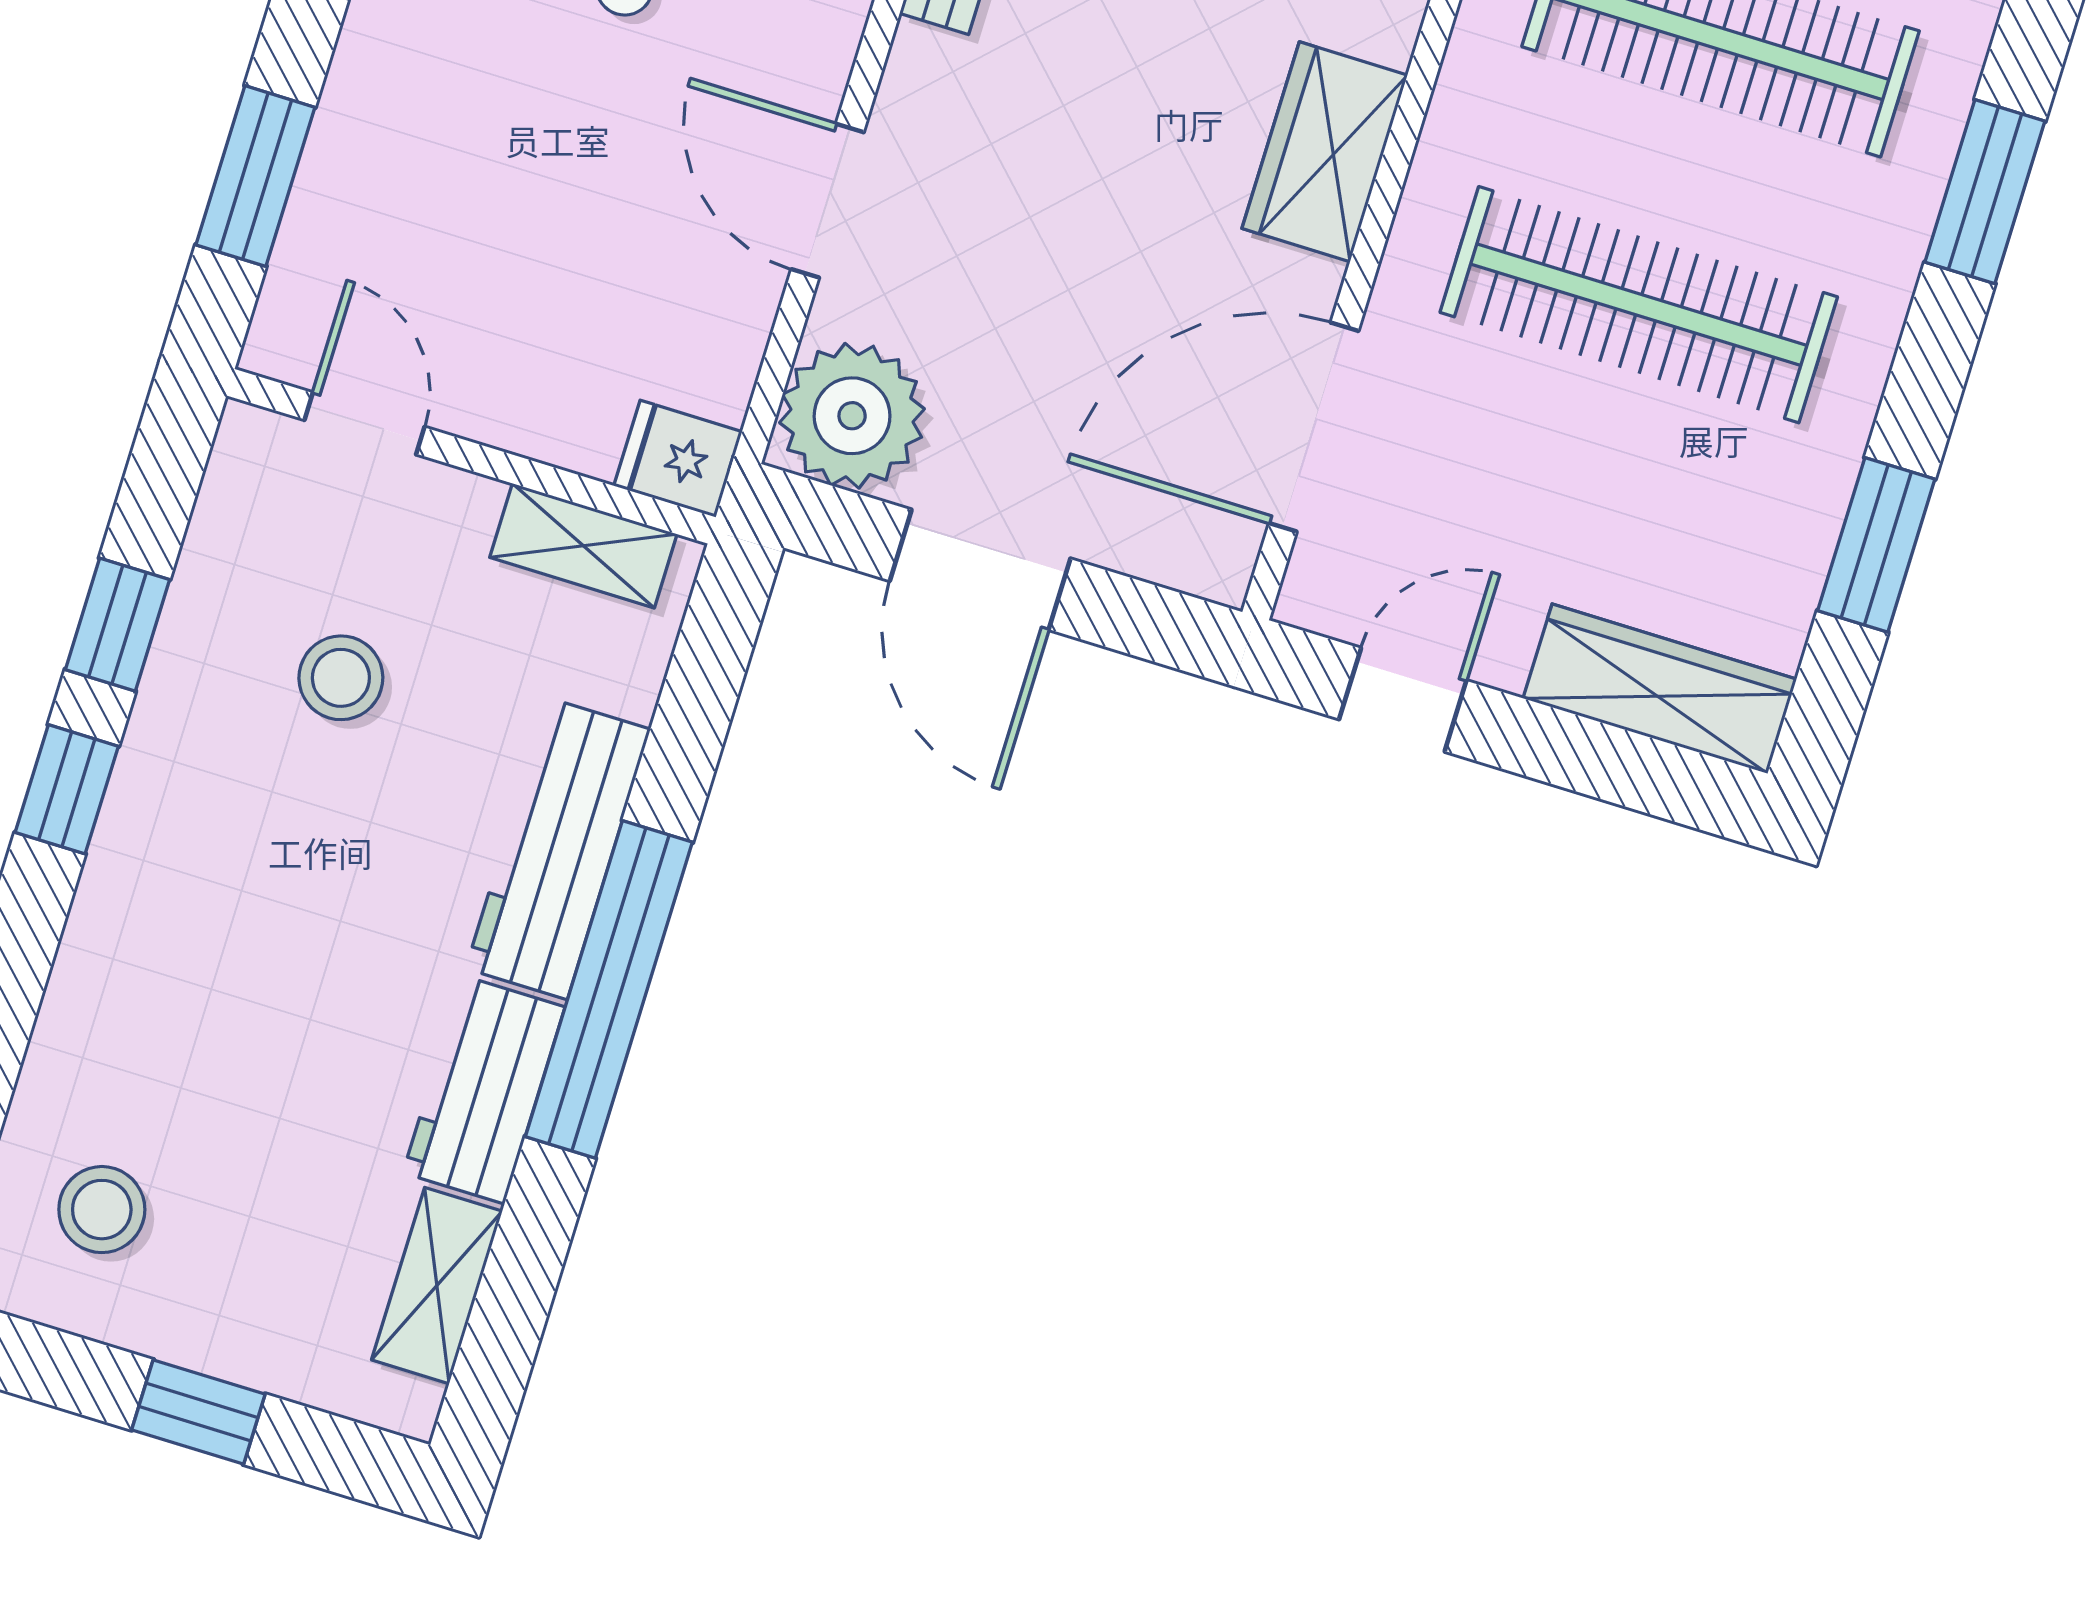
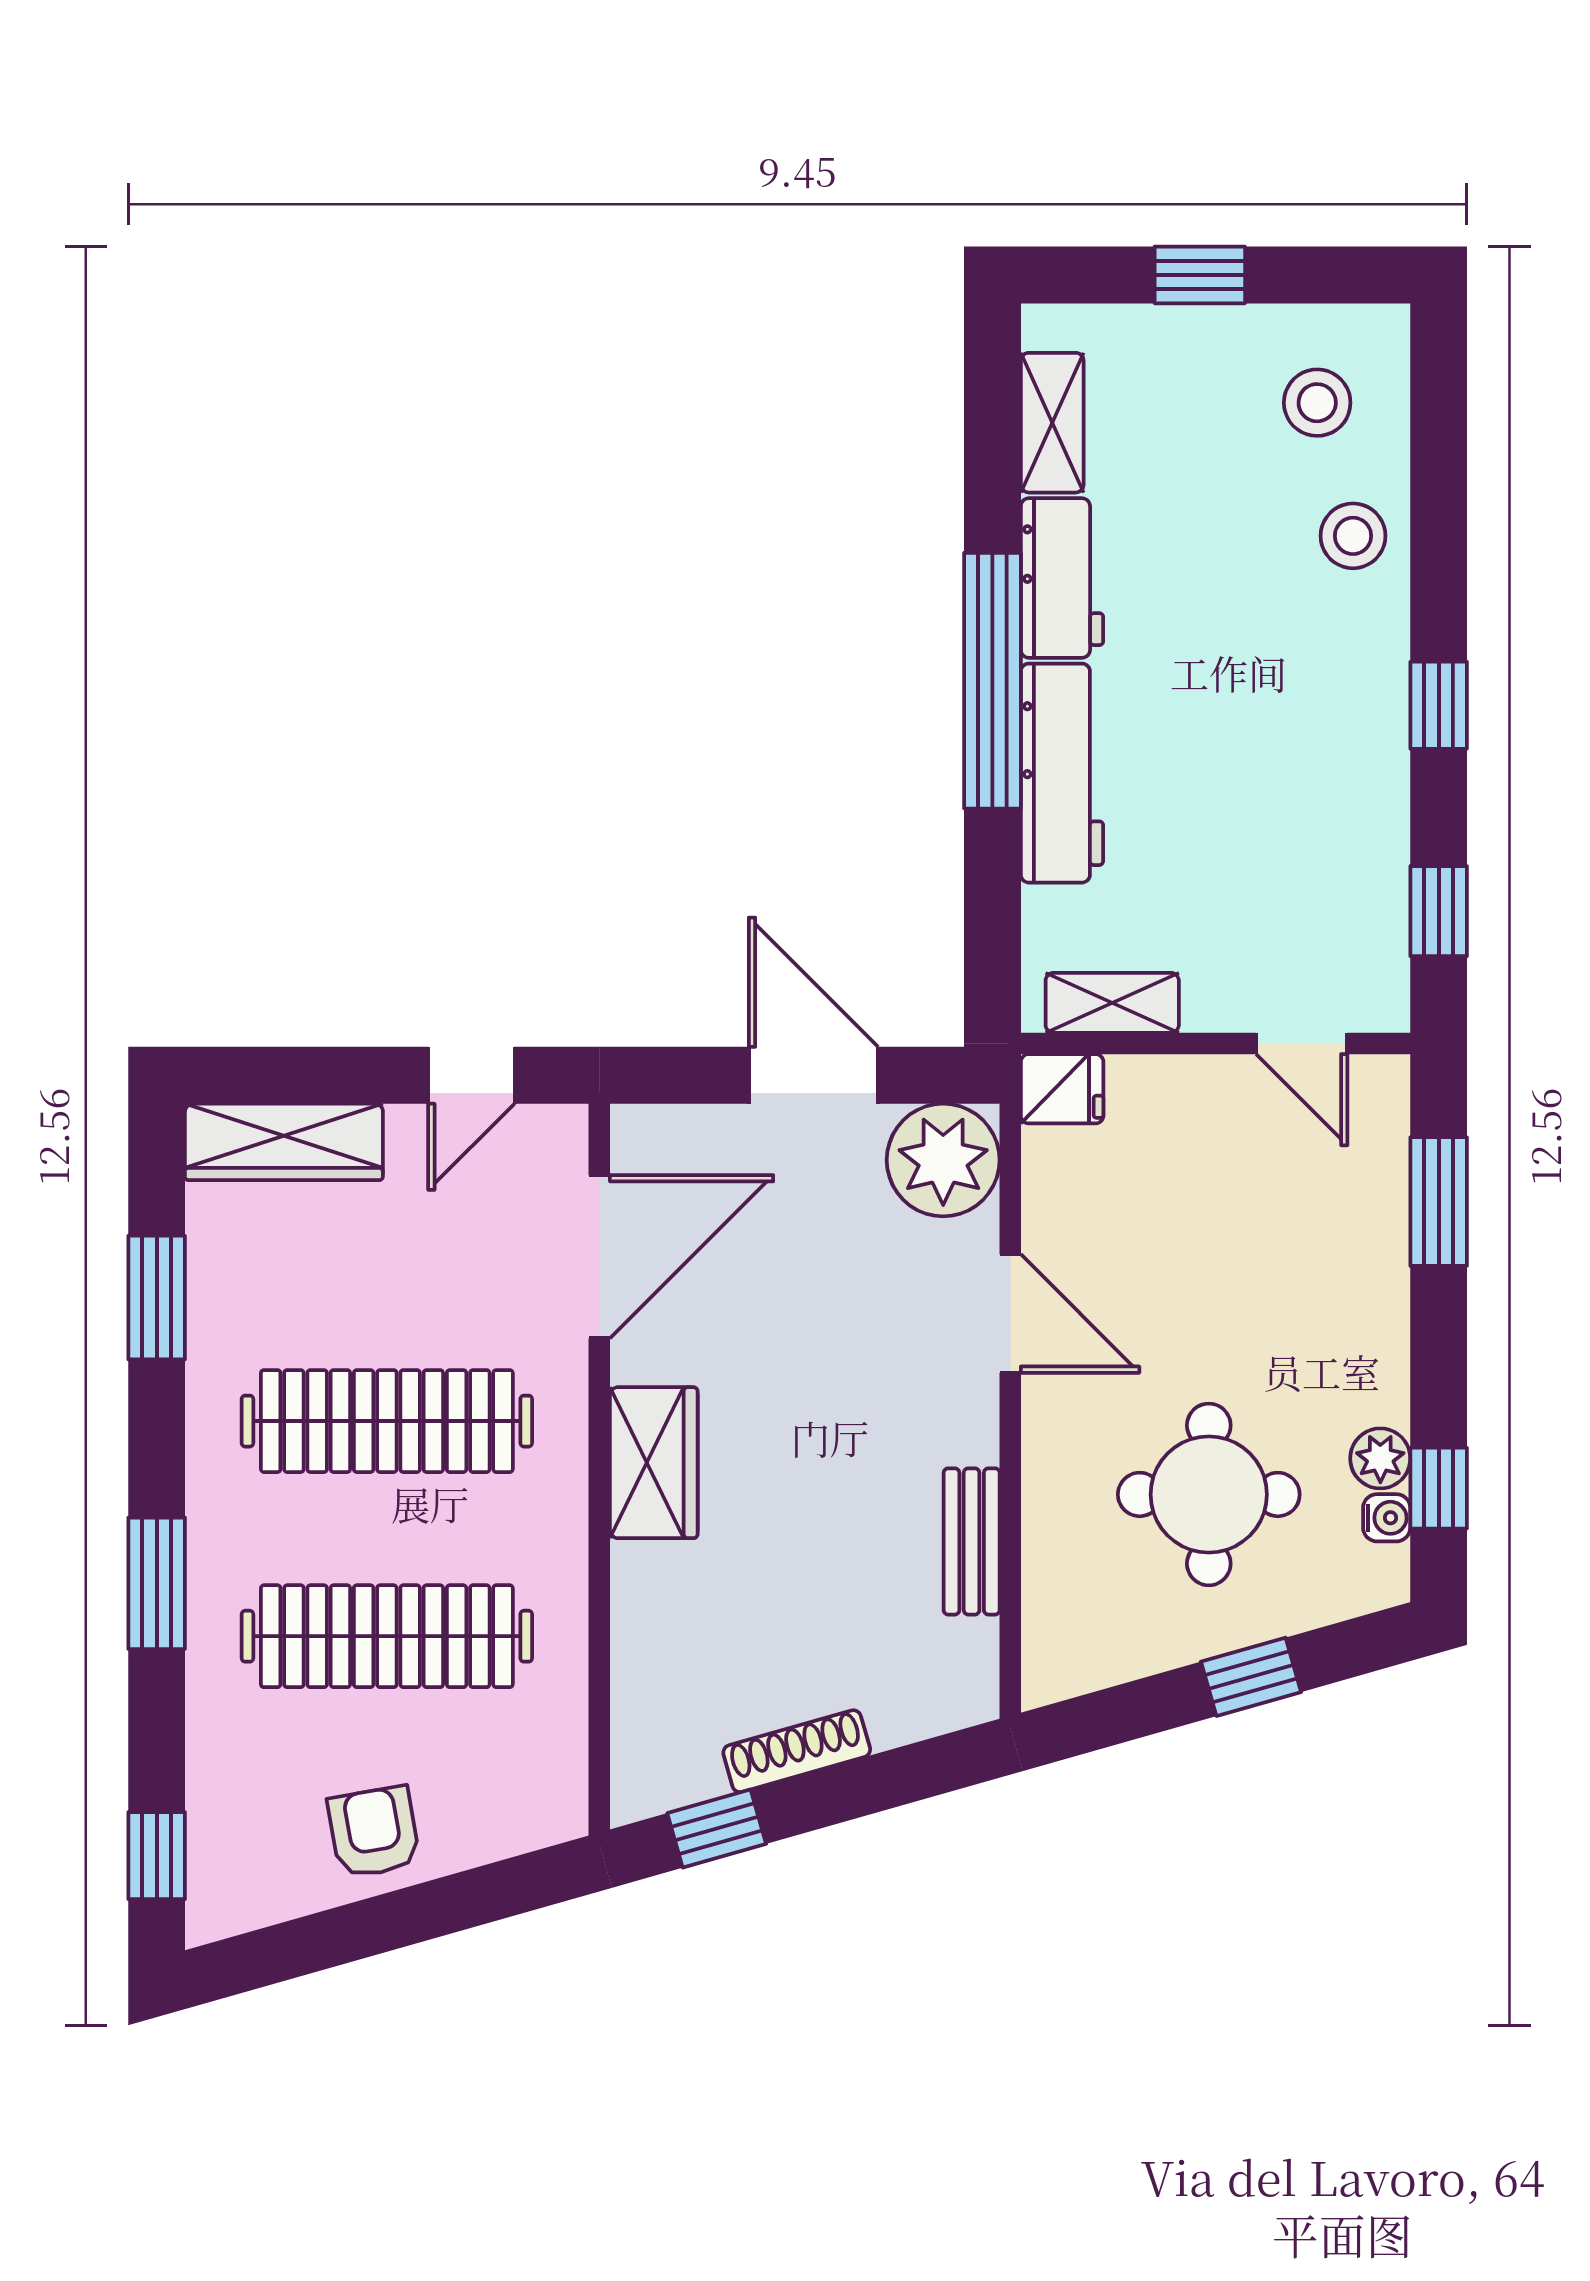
window: (117, 625) -> (1439, 911), moved
stool: (341, 678) -> (1353, 536), moved

